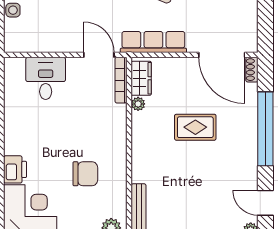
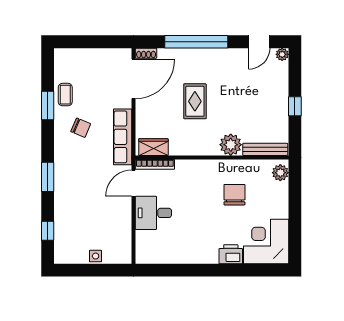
desk: (46, 78) -> (153, 213), moved
plant: (138, 104) -> (231, 145), moved, width x1.88, depth x1.88

